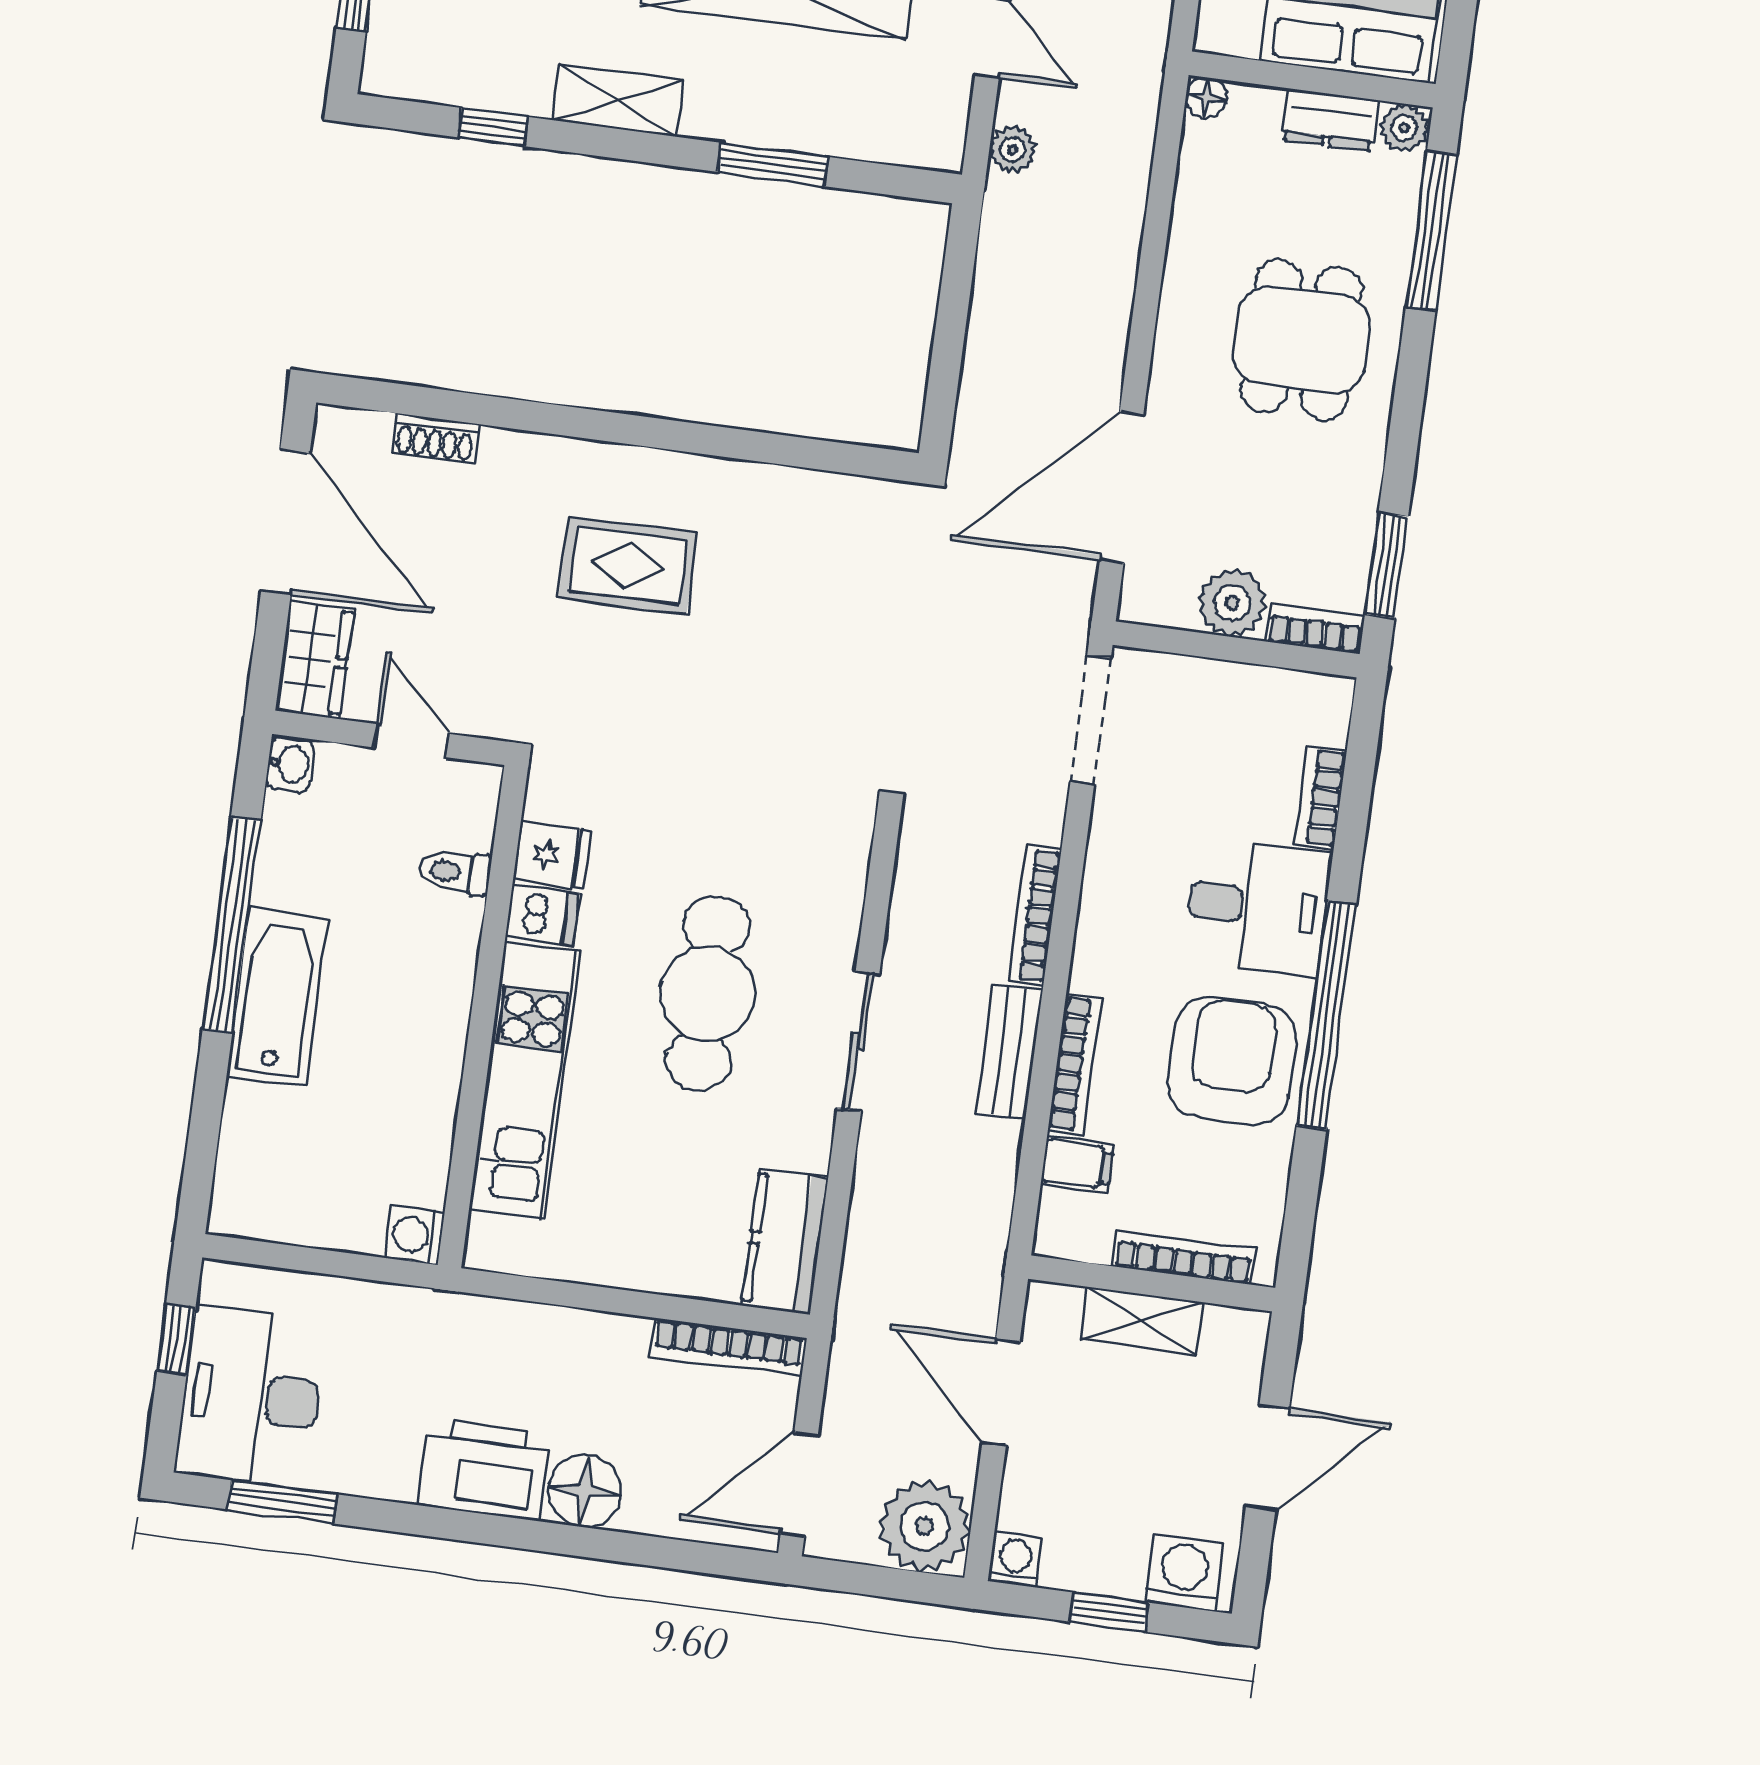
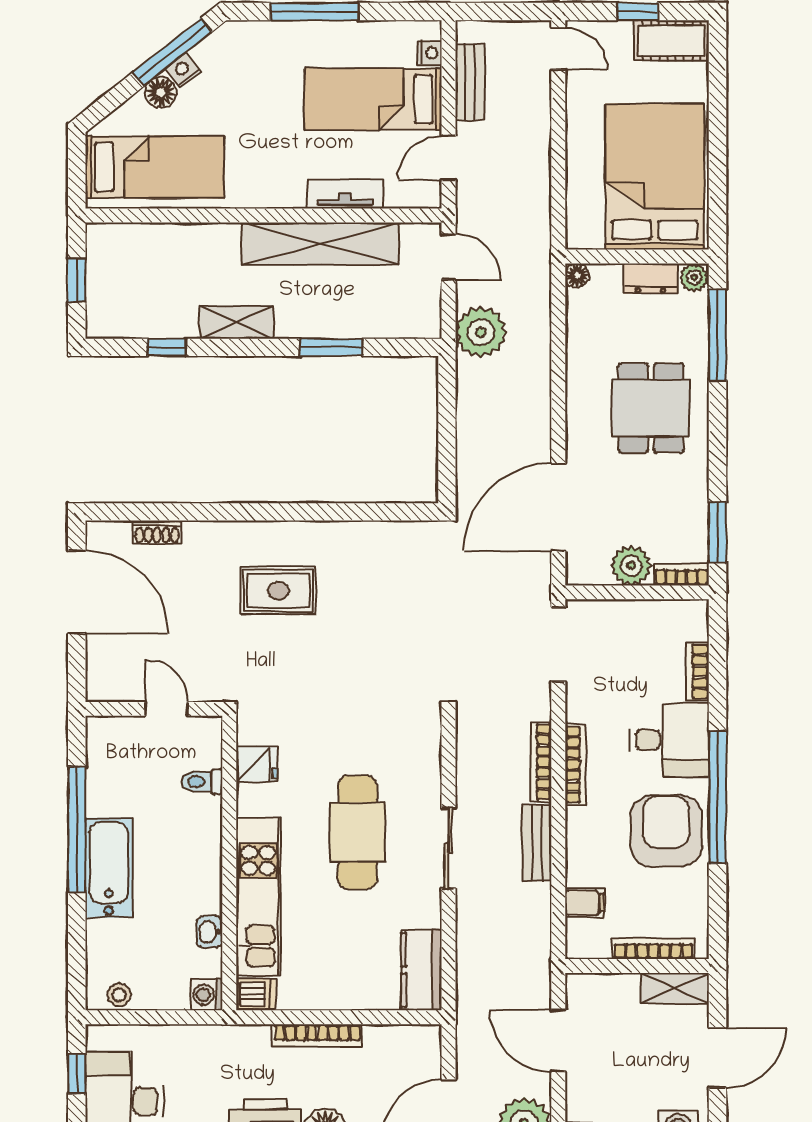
plant: (1013, 150) -> (481, 332), width x1.88, depth x1.88
wardrobe: (315, 659) -> (104, 669), removed
washbasin: (290, 764) -> (209, 932), moved, turned 180
dishwasher: (542, 915) -> (256, 994), moved
bookcase: (1074, 1064) -> (575, 765), moved
stool: (266, 1215) -> (119, 995), added
shelving: (1142, 1321) -> (675, 988), moved
bookcase: (728, 1347) -> (317, 1036), moved

